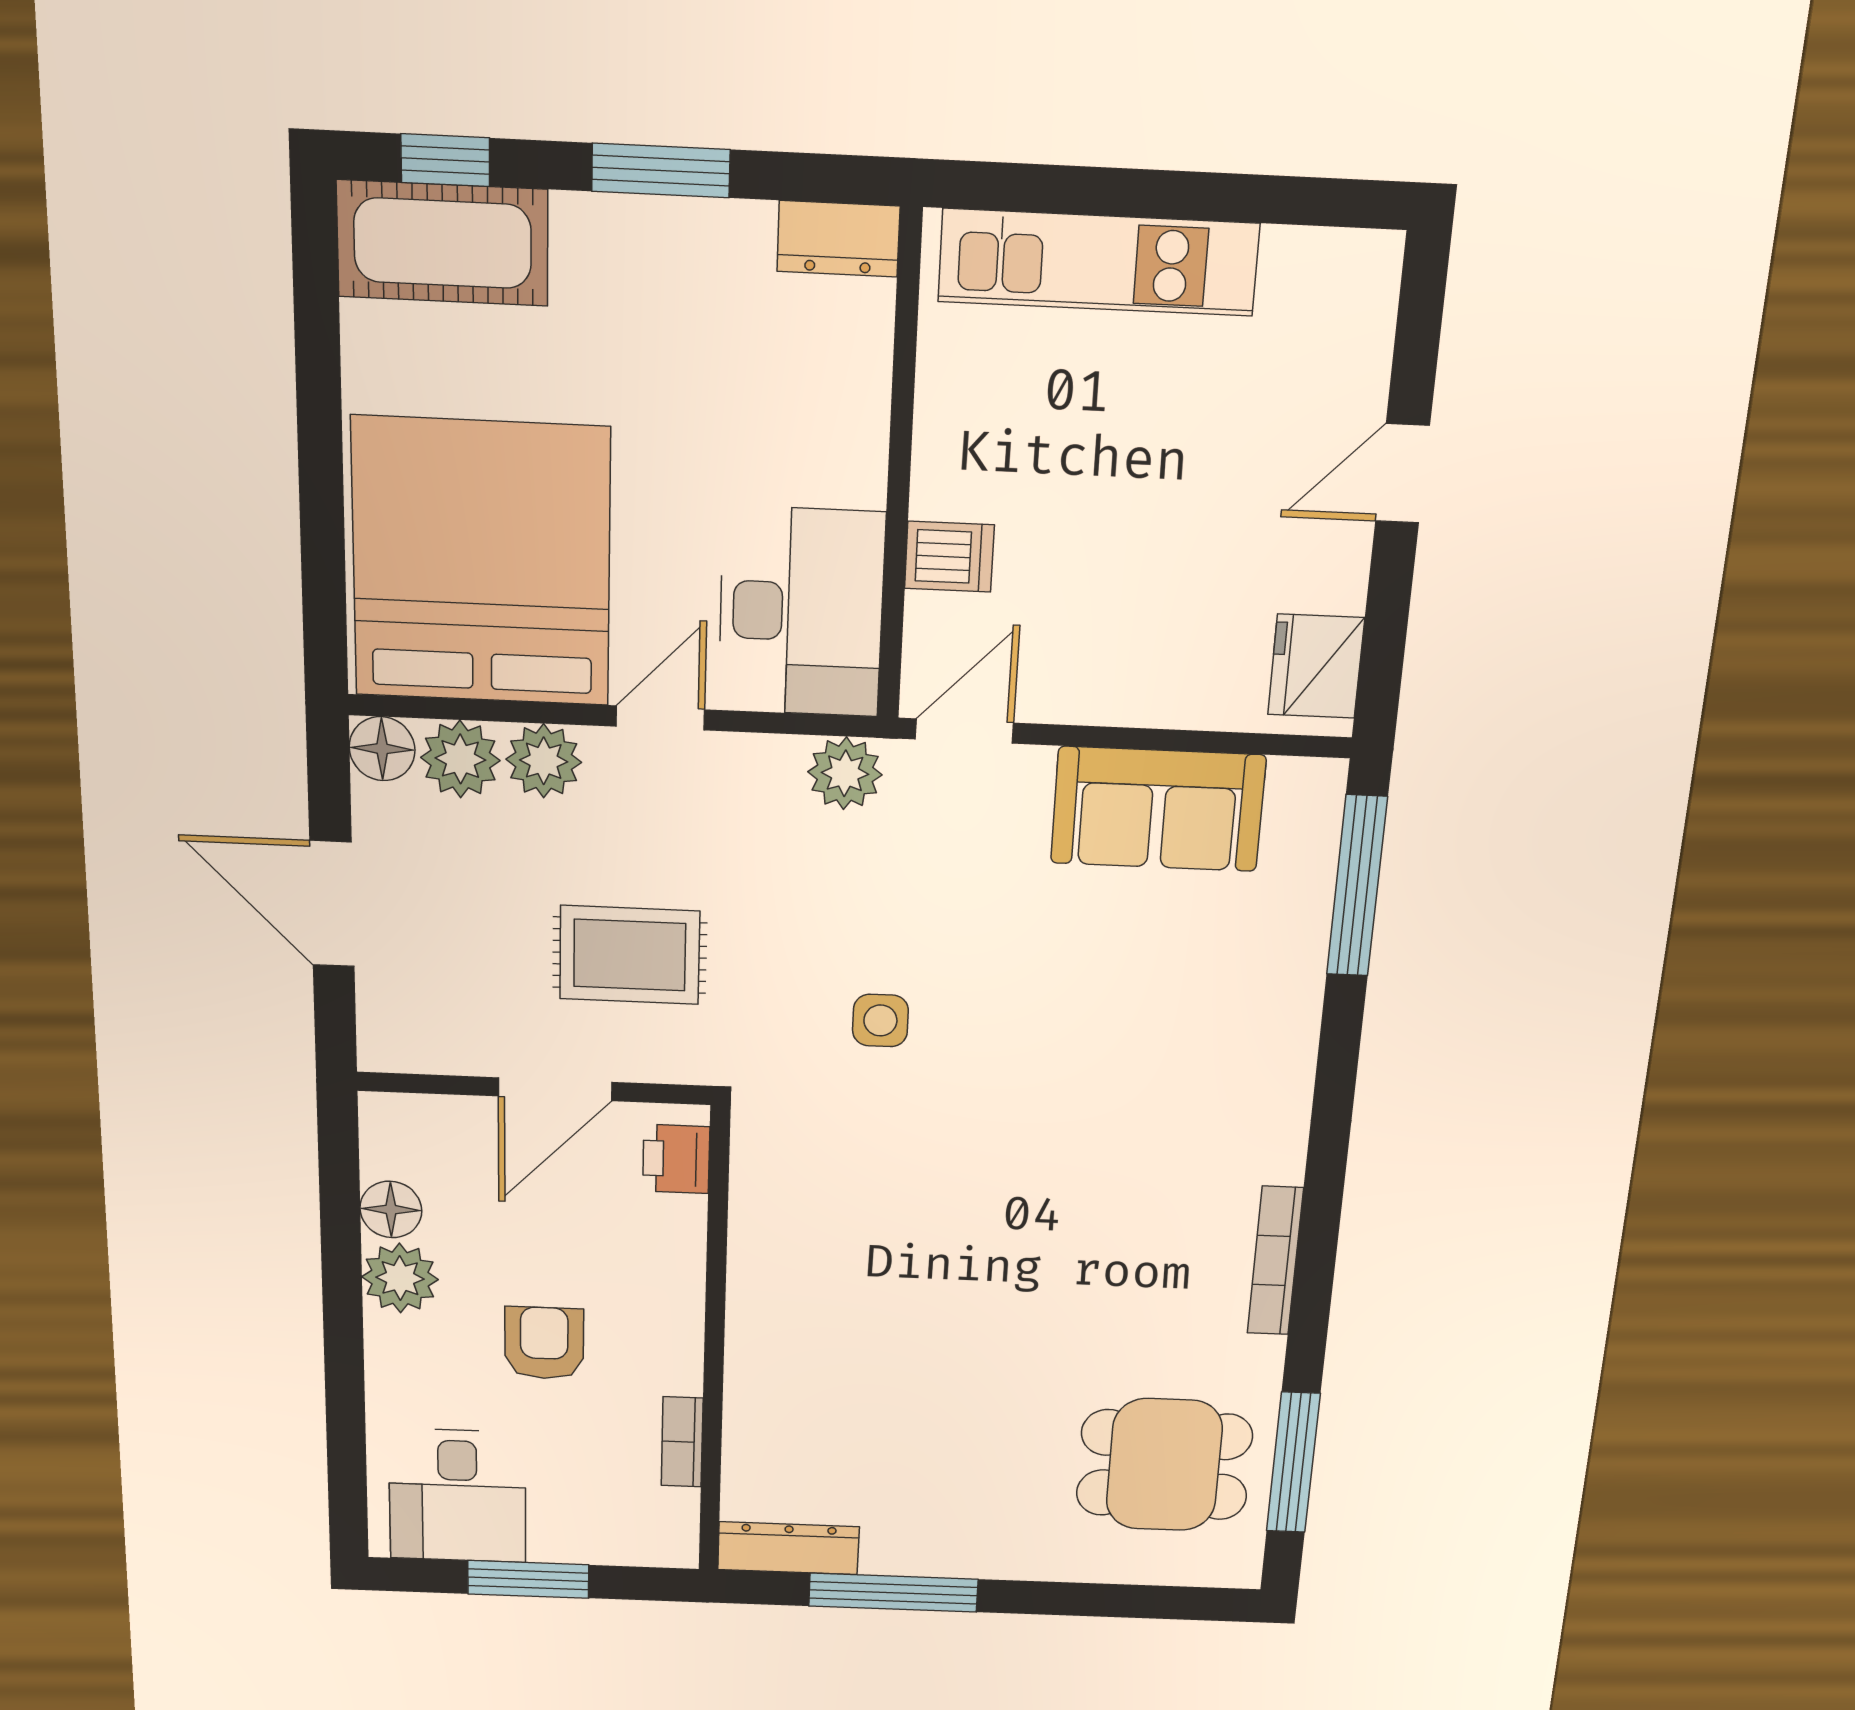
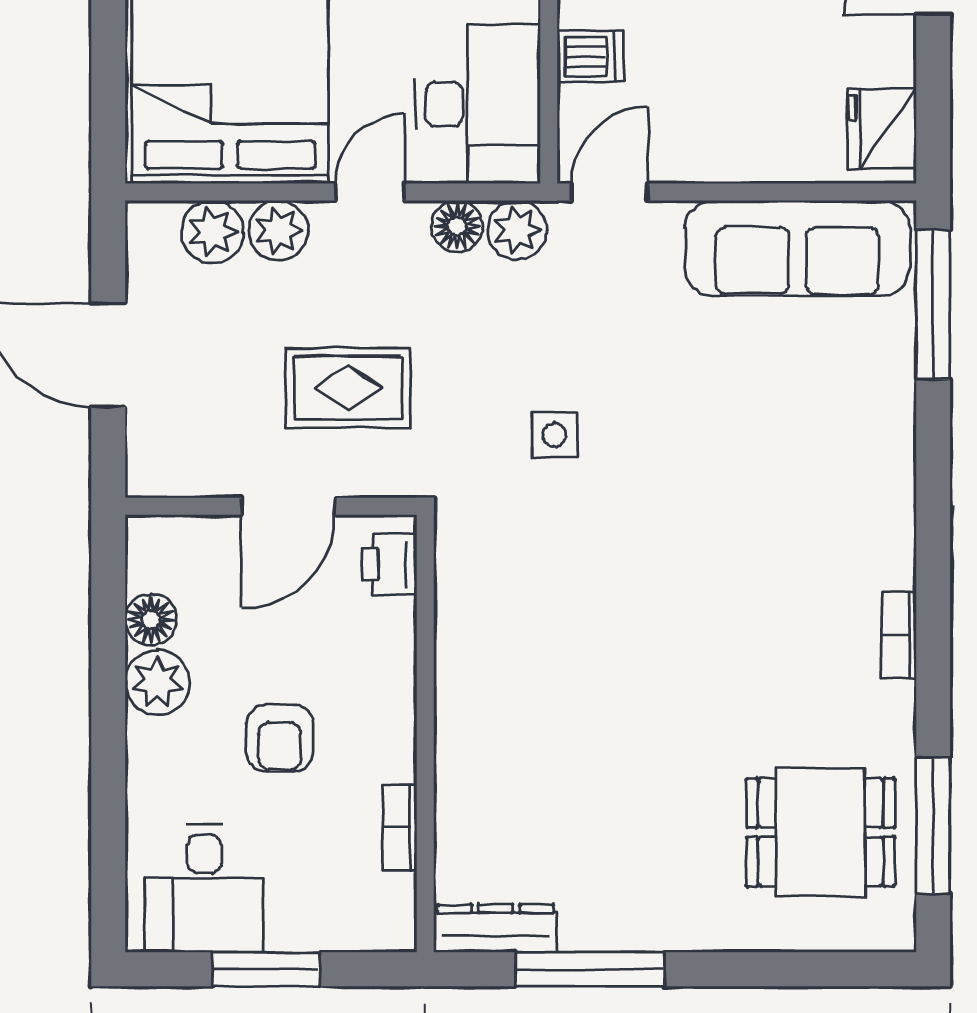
floor lamp: (382, 749) -> (457, 226), moved
sofa: (1158, 809) -> (797, 248), width x1.36
bookcase: (1275, 1261) -> (899, 635), width x0.64
armchair: (544, 1343) -> (280, 738), turned 180

